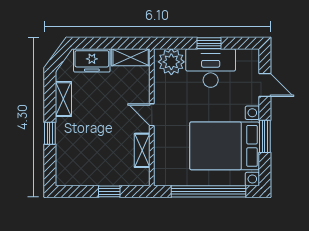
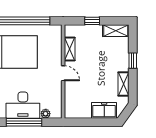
window: (209, 43) -> (24, 122), width x2.17
shelving: (131, 57) -> (116, 31), moved
plant: (171, 62) -> (46, 114), width x0.53, depth x0.53

